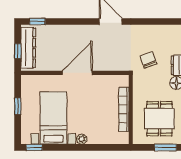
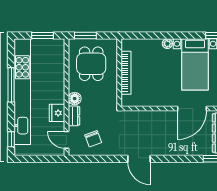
chair: (148, 60) -> (93, 139), moved
door: (77, 73) -> (192, 108), moved

